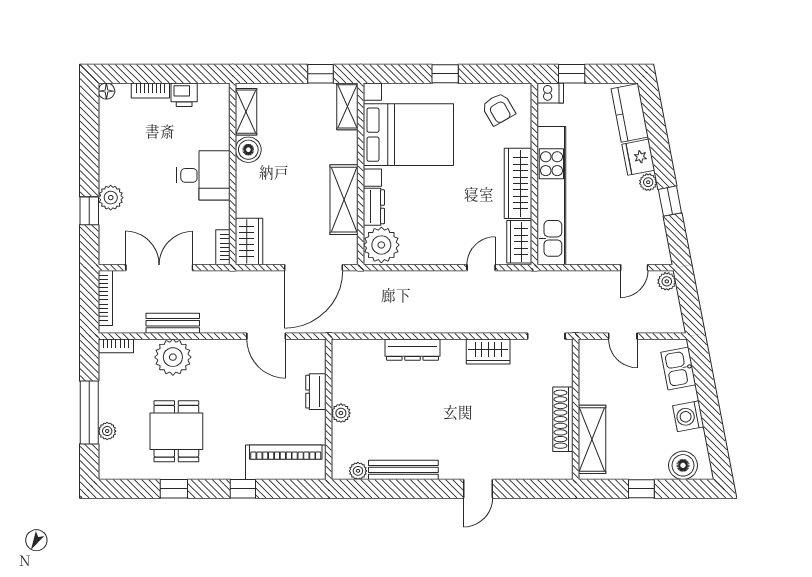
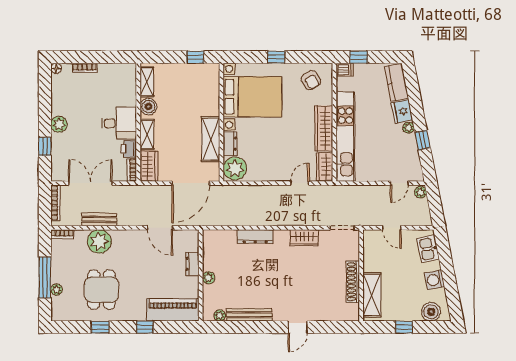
printer: (184, 95) -> (129, 149), moved, turned 90
shelving: (347, 106) -> (147, 135), moved
plant: (111, 198) -> (59, 124), moved

